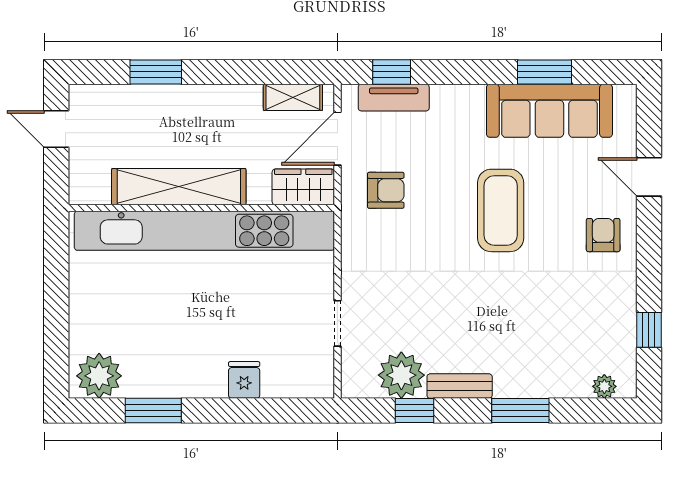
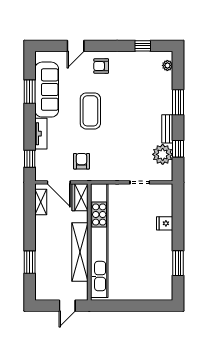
tv unit: (394, 98) -> (41, 134), moved
door: (56, 129) -> (67, 306), moved
coffee table: (501, 210) -> (90, 111), turned 90
plant: (99, 376) -> (163, 287), removed

